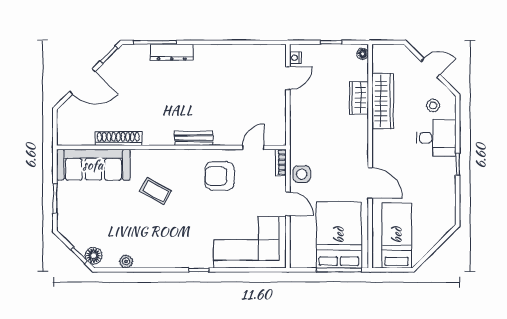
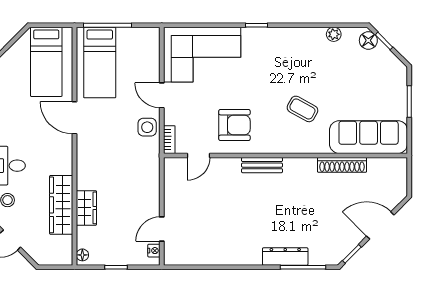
bed: (339, 235) -> (100, 63), width x0.67

